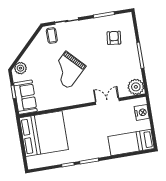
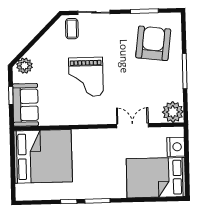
armchair: (114, 38) -> (153, 43), width x1.88, depth x1.88
grand piano: (67, 70) -> (86, 77), turned -46
bed: (131, 142) -> (156, 178), width x1.50

